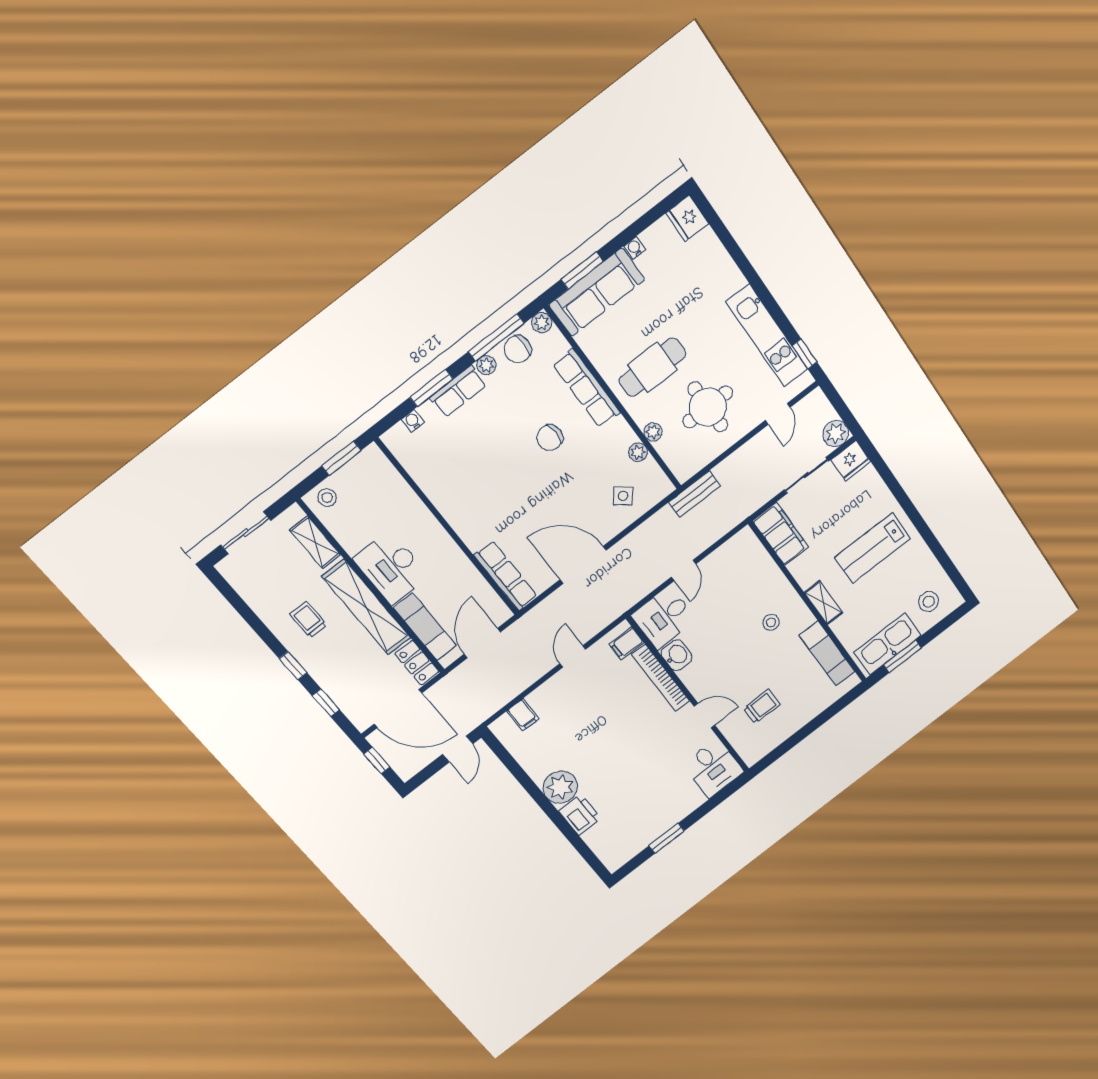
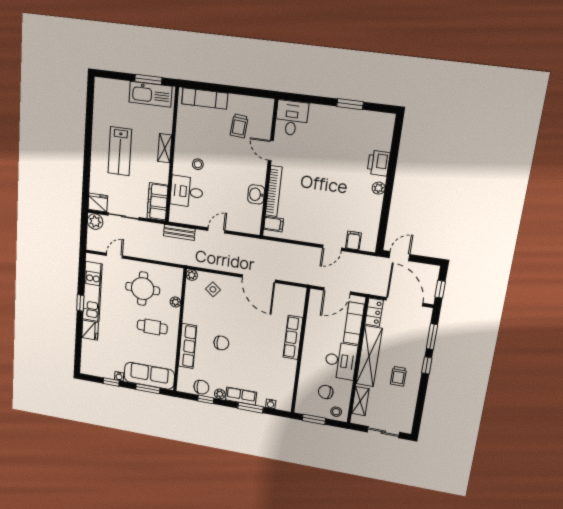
fridge: (687, 218) -> (90, 330), moved
window: (638, 227) -> (111, 382), added
plant: (542, 323) -> (182, 387), removed
window: (496, 337) -> (206, 399), width x0.46
window: (805, 354) -> (80, 303), moved
cafe table: (652, 367) -> (152, 327), width x0.73, depth x0.74
plant: (638, 452) -> (192, 275), moved
bench: (694, 494) -> (179, 232), moved
chair: (366, 510) -> (326, 392), added
lab bench: (872, 548) -> (120, 151), turned 90
row of seats: (506, 576) -> (293, 337), moved
stool: (929, 602) -> (113, 96), removed
desk: (664, 618) -> (187, 192), moved, turned 180
exam couch: (827, 654) -> (205, 98), moved, turned 90
door: (573, 656) -> (332, 248), moved
window: (326, 703) -> (432, 337), width x1.50
trolley: (762, 706) -> (239, 126), turned -85
plant: (560, 787) -> (379, 188), width x0.53, depth x0.53

